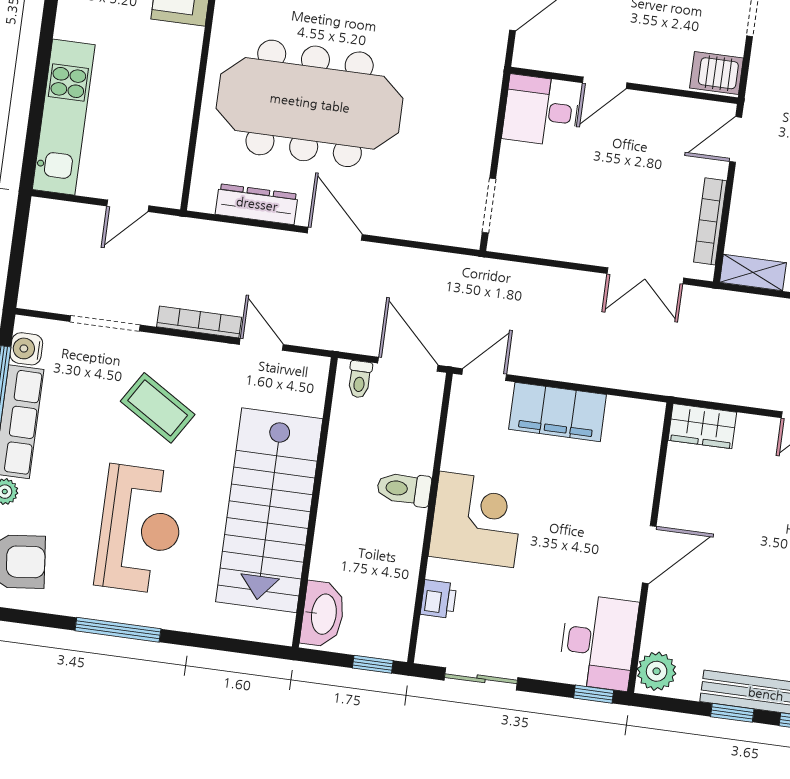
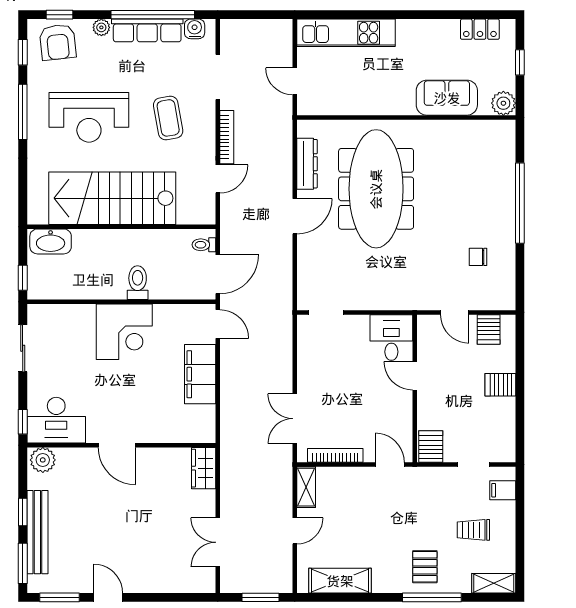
coffee table: (158, 408) -> (168, 118), turned -42
printer: (439, 599) -> (70, 314), removed
window: (27, 617) -> (23, 52), added

